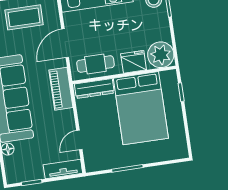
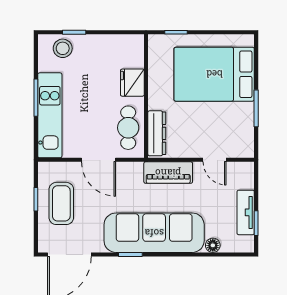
plant: (161, 55) -> (129, 50), removed
piano: (61, 89) -> (168, 173), moved
bed: (141, 108) -> (214, 74), moved, turned 180
tv unit: (63, 169) -> (246, 212), moved

